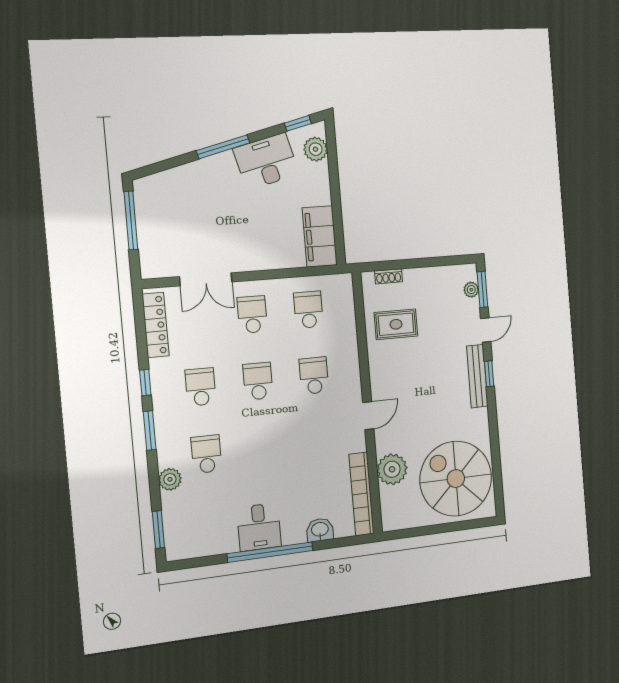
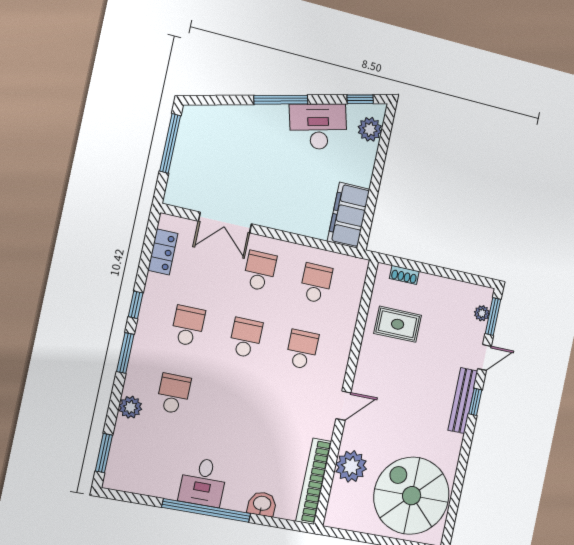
locker: (156, 325) -> (163, 252), width x0.66

